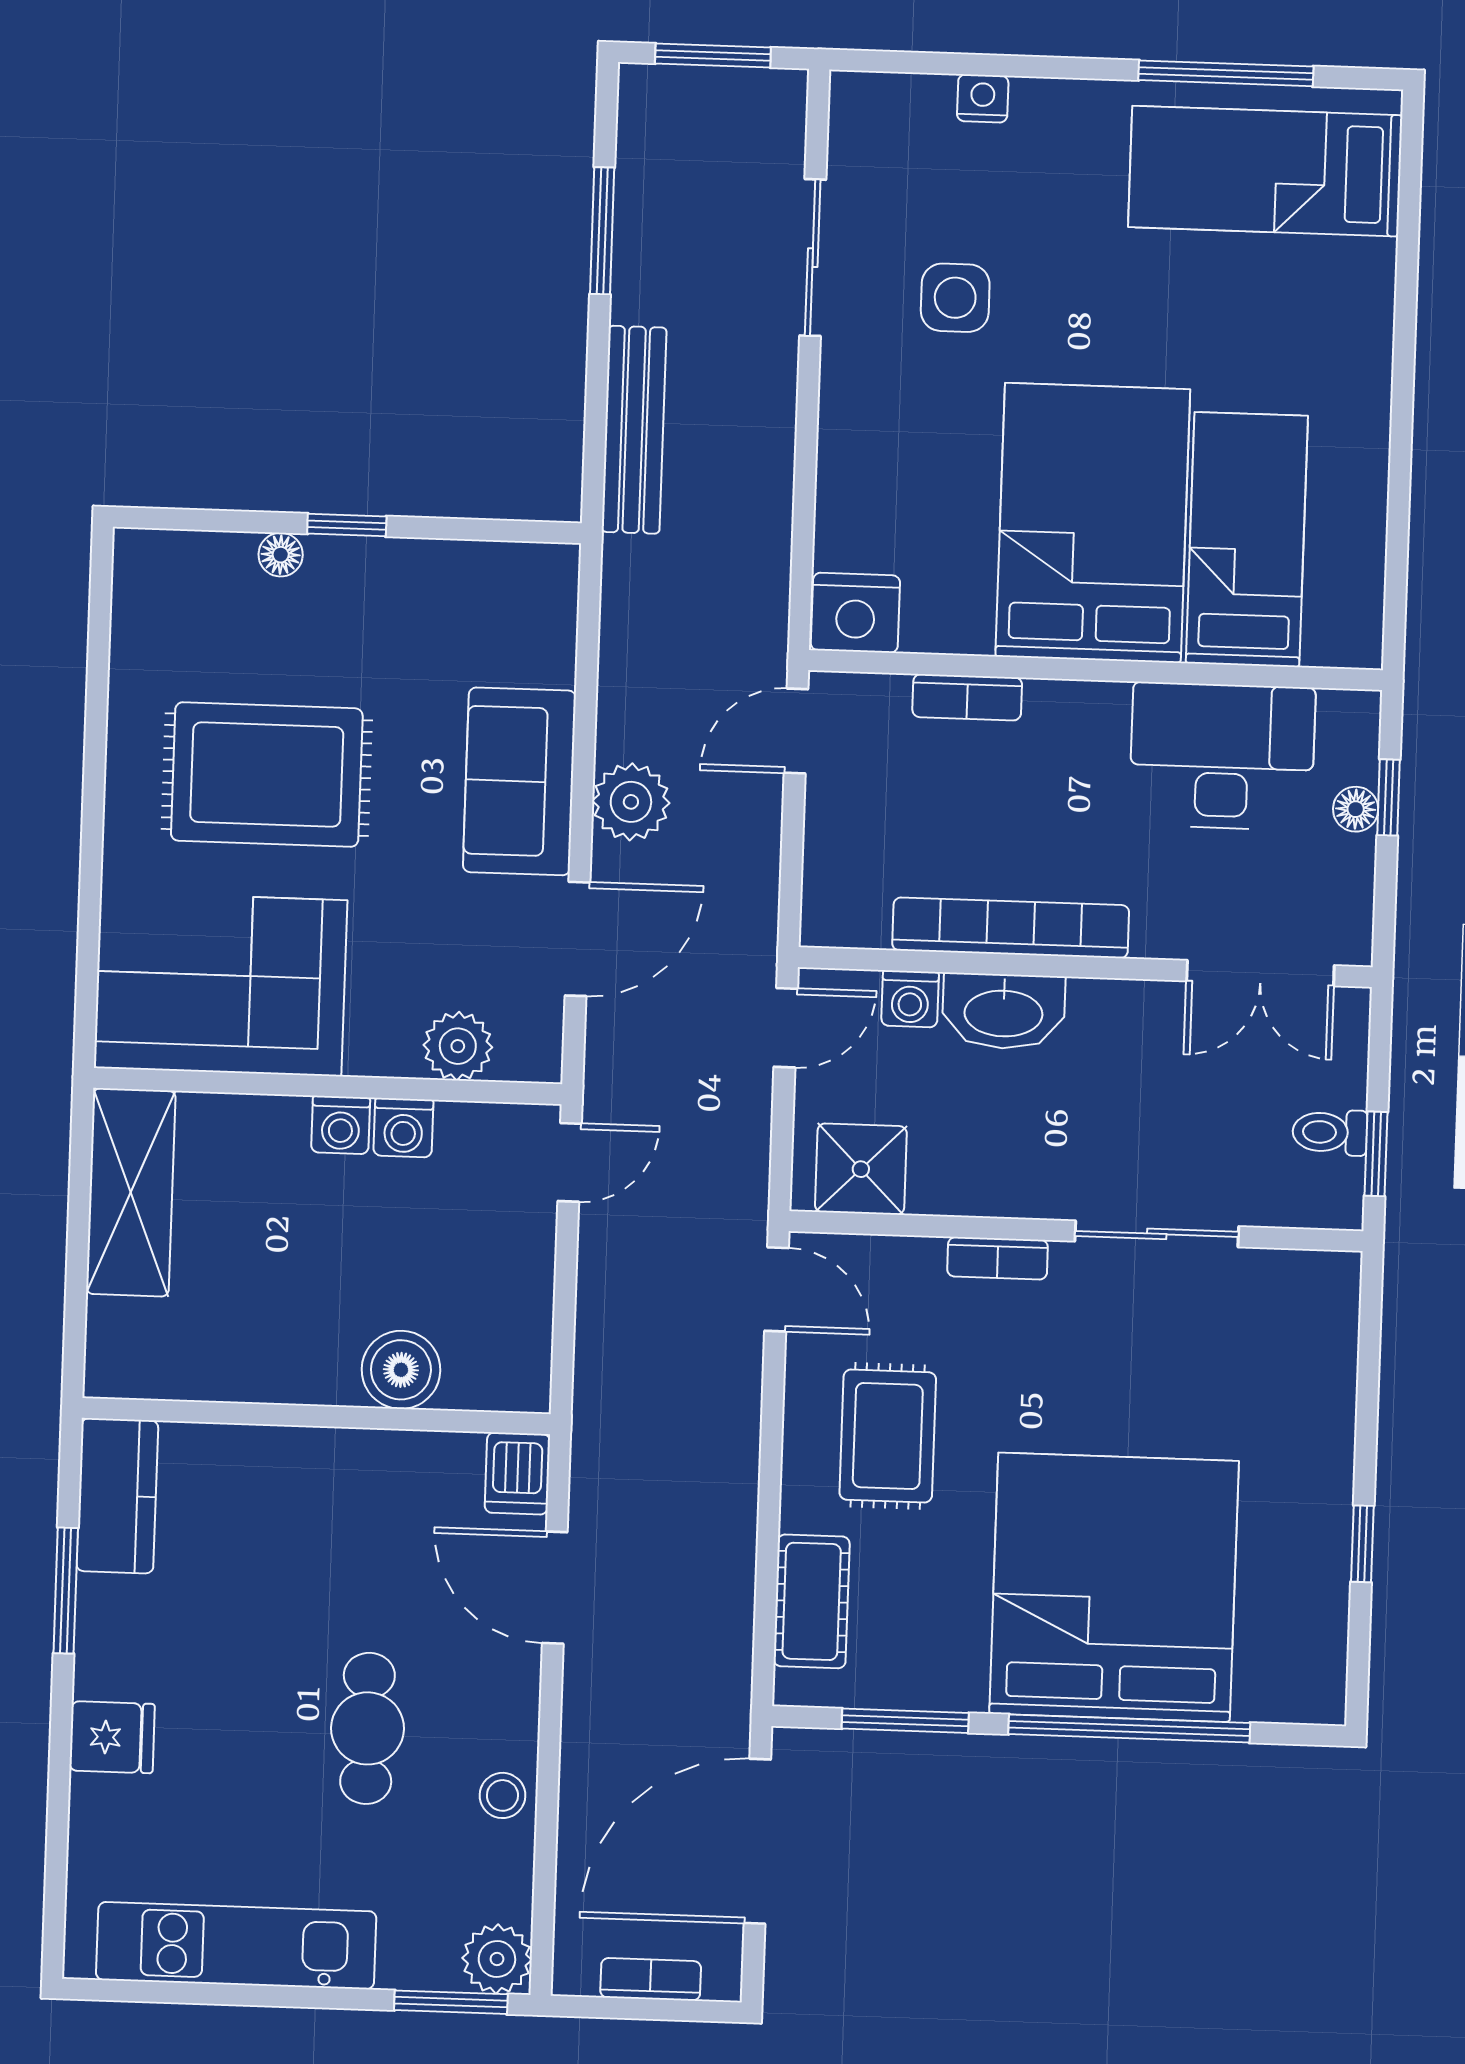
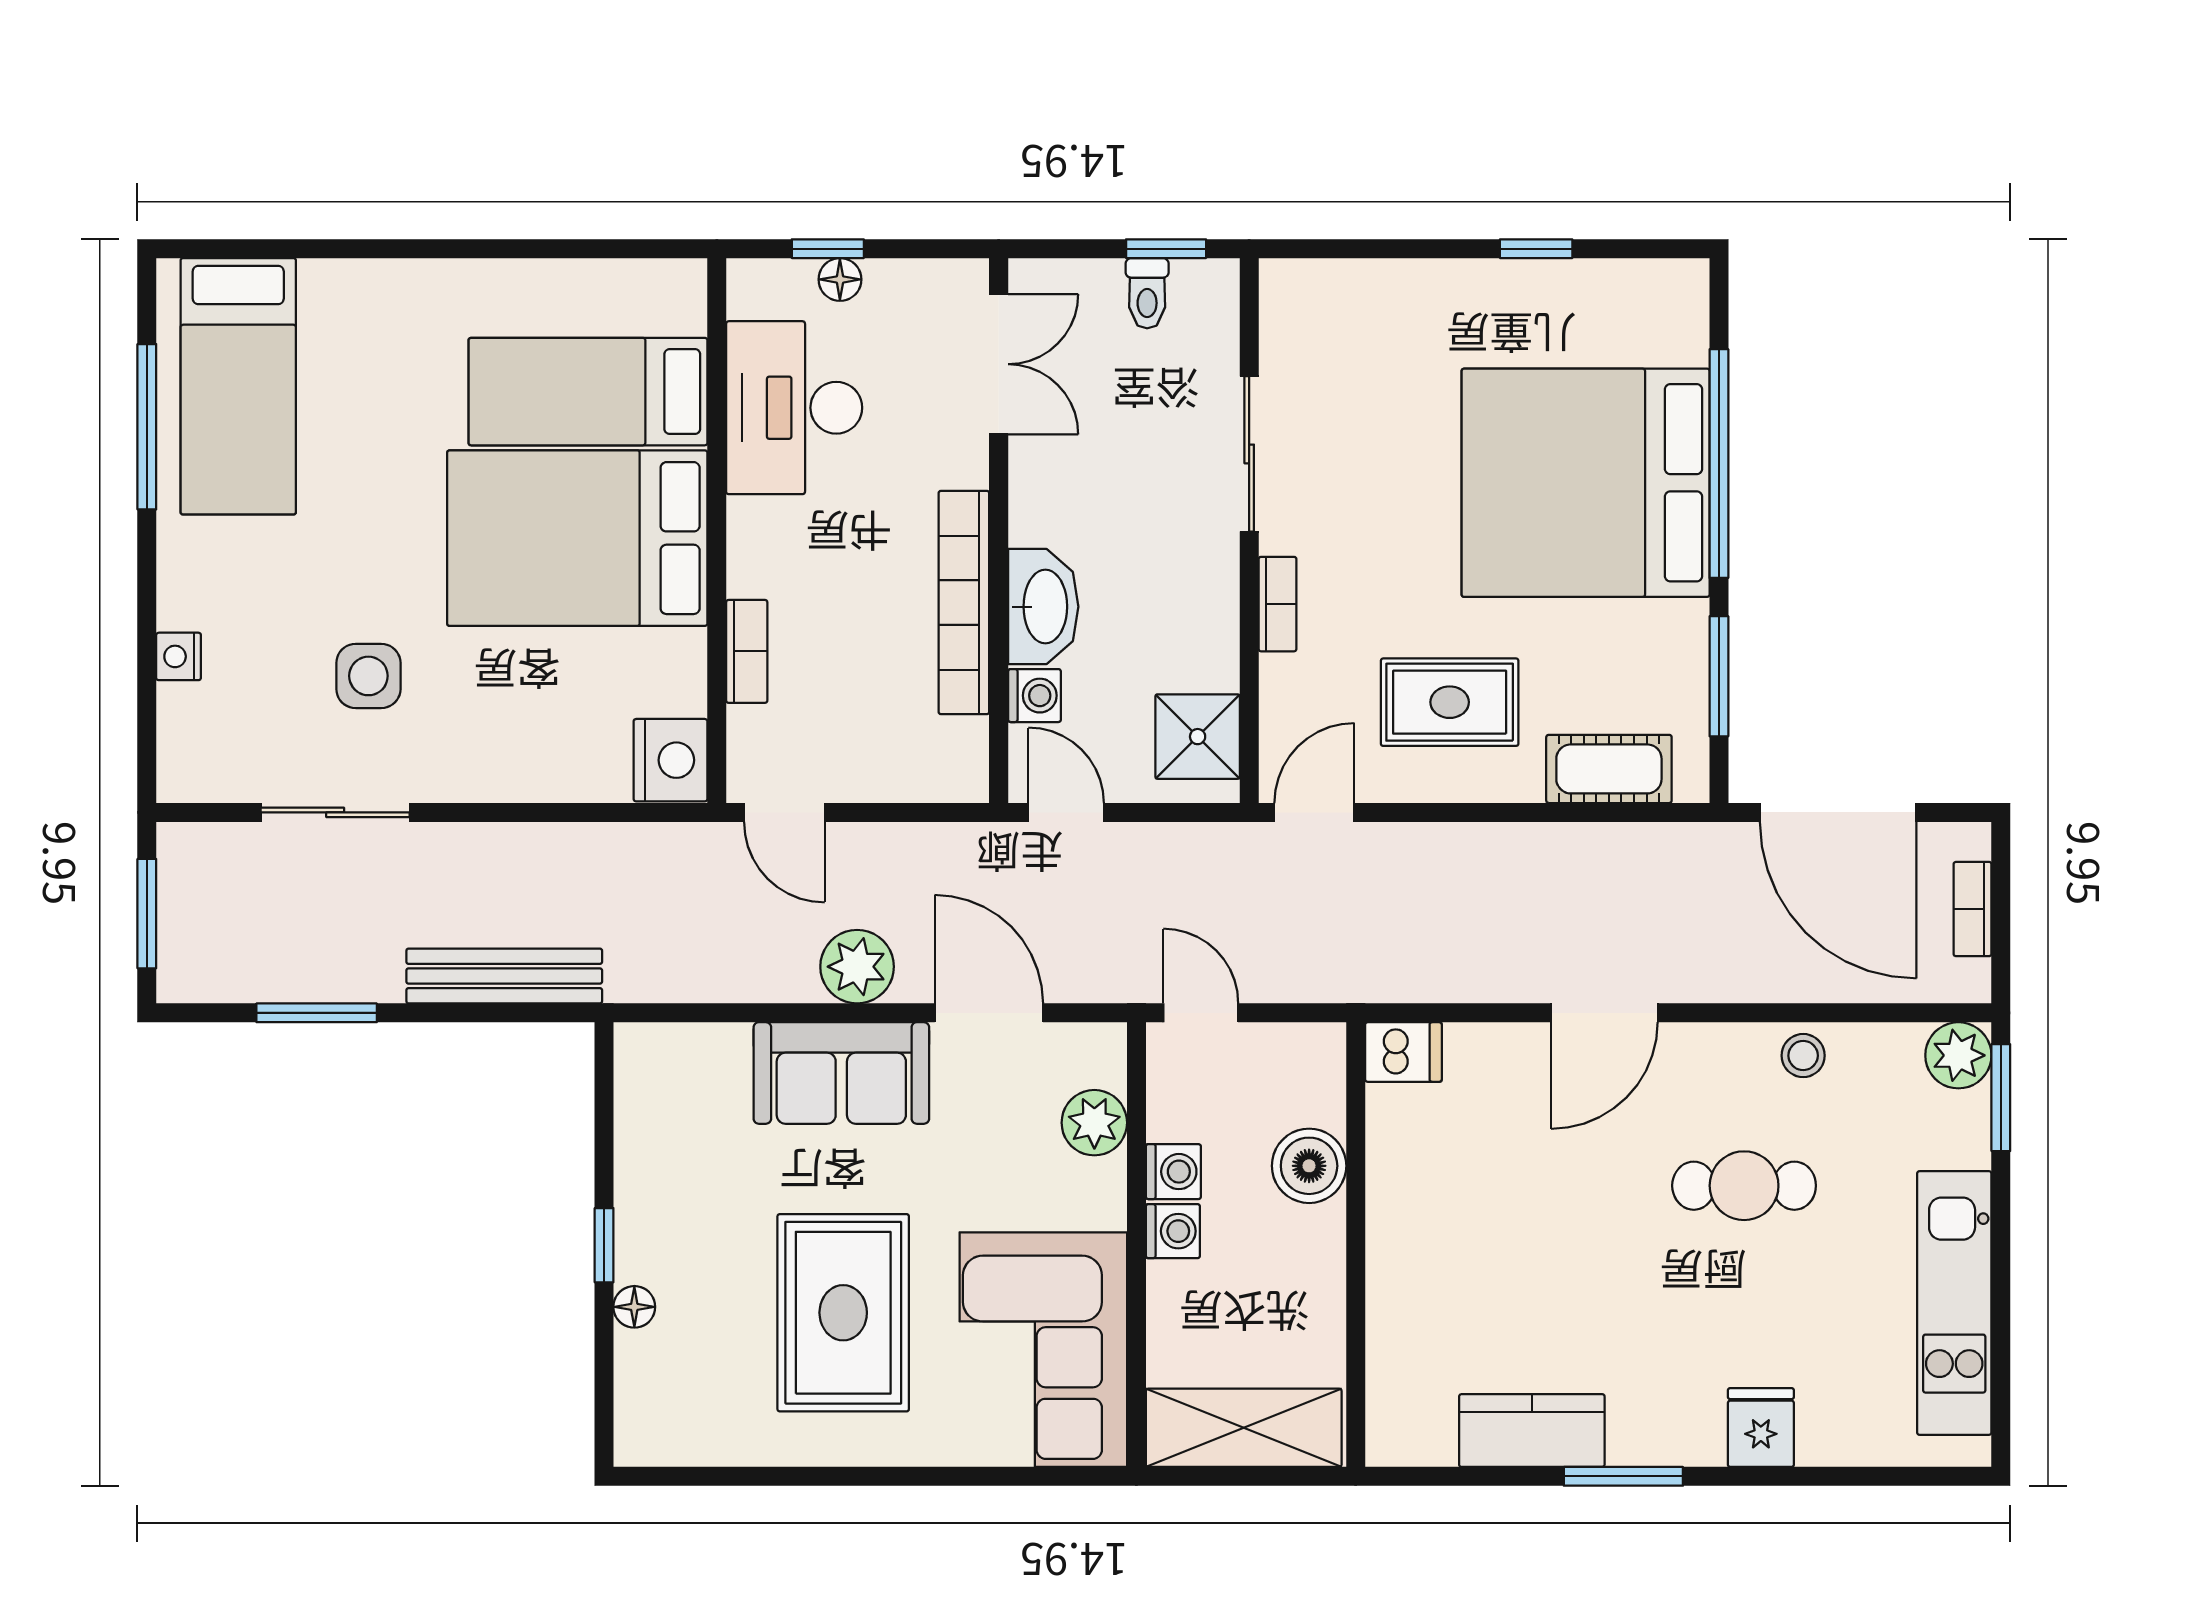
boiler: (401, 1370) -> (1309, 1166), moved
wall: (316, 1416) -> (1356, 1245), moved
dishwasher: (517, 1473) -> (1403, 1052), moved

